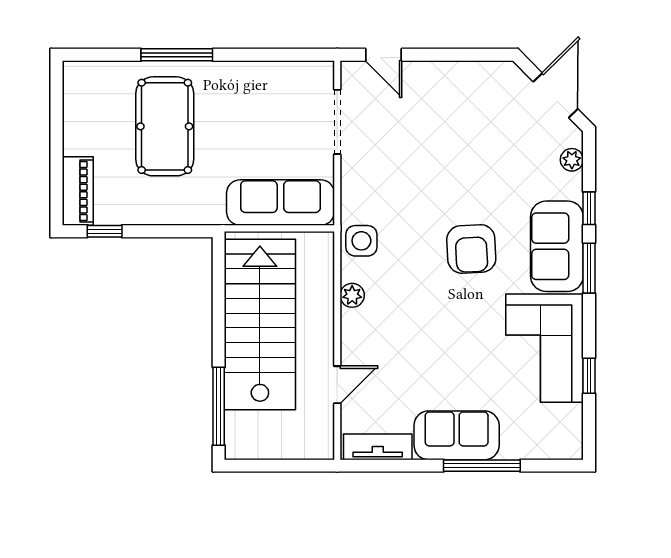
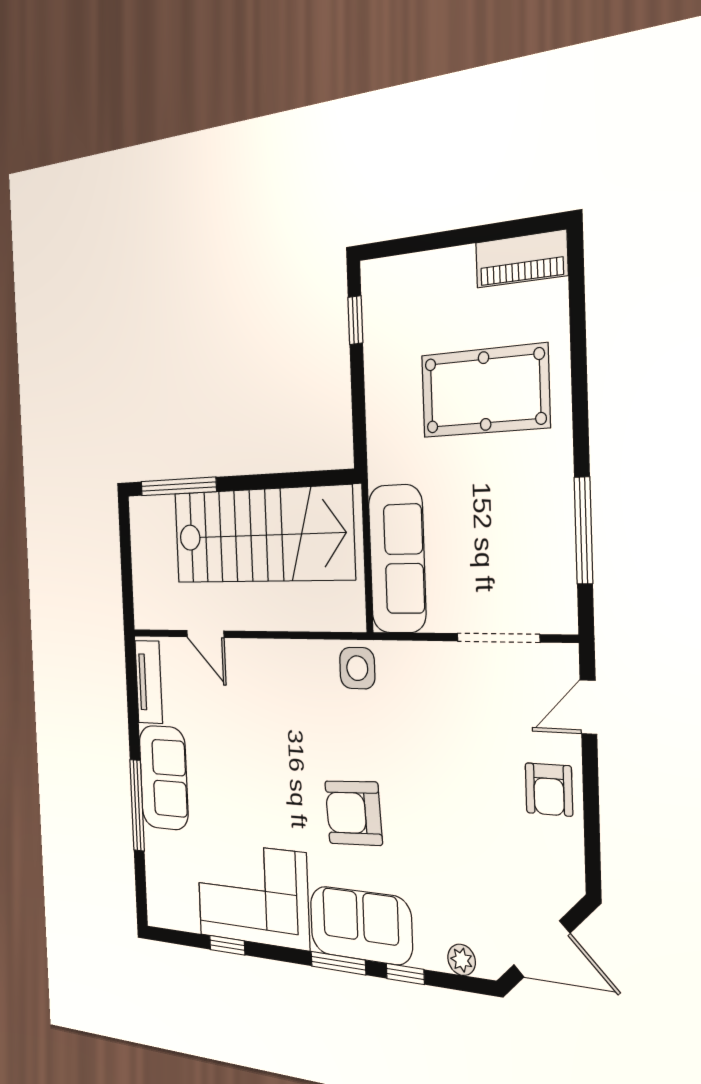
window: (177, 55) -> (583, 530), moved
armchair: (442, 86) -> (549, 789), added
piano: (78, 191) -> (521, 259), moved
plant: (352, 295) -> (297, 655), removed

